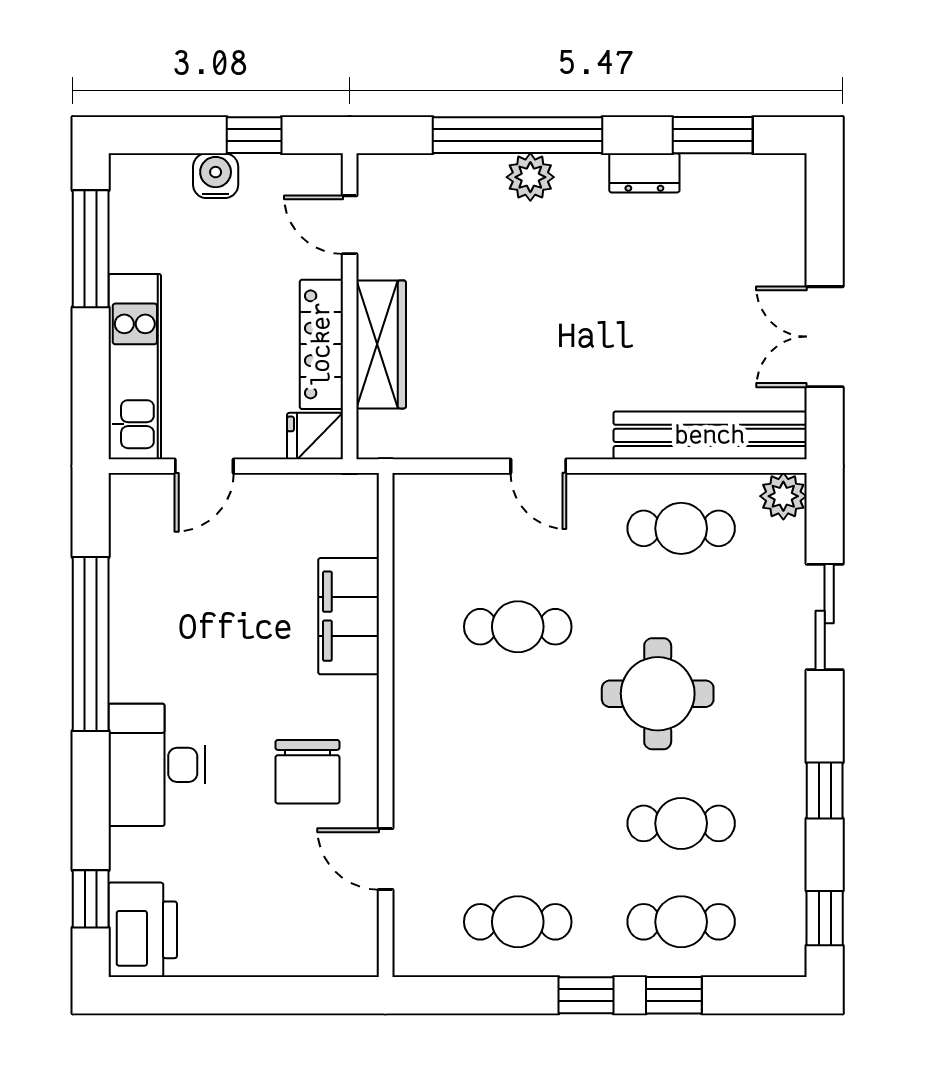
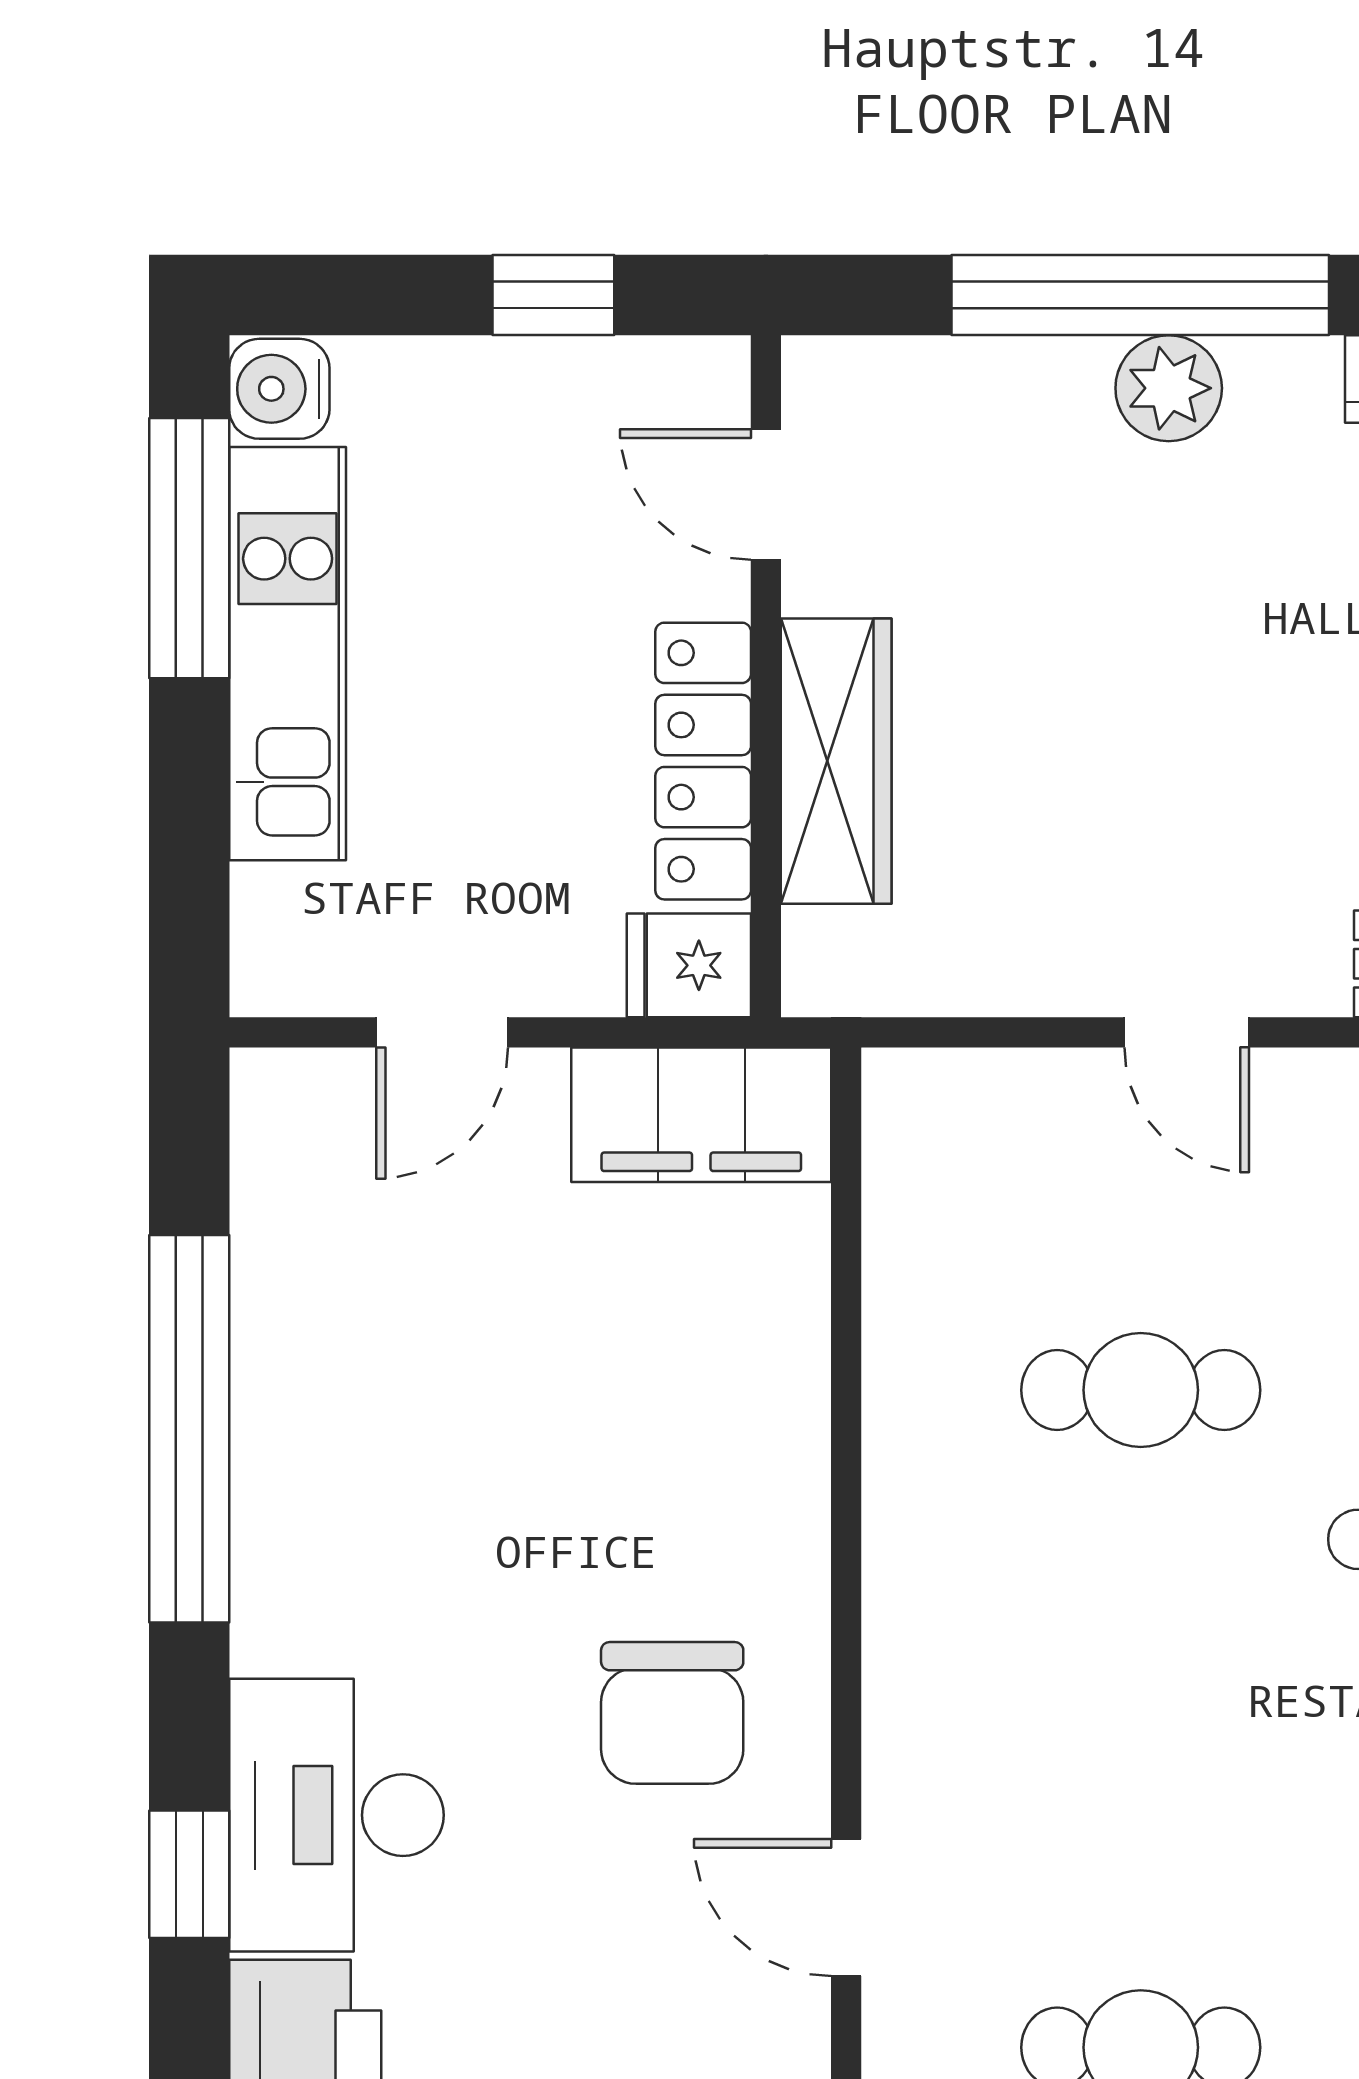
water cooler: (216, 176) -> (279, 389), moved, turned -90
kitchen unit: (135, 367) -> (288, 654), moved
filing cabinet: (349, 616) -> (701, 1115), moved, turned -90
desk: (157, 765) -> (336, 1815), moved
window: (91, 899) -> (189, 1874), moved

